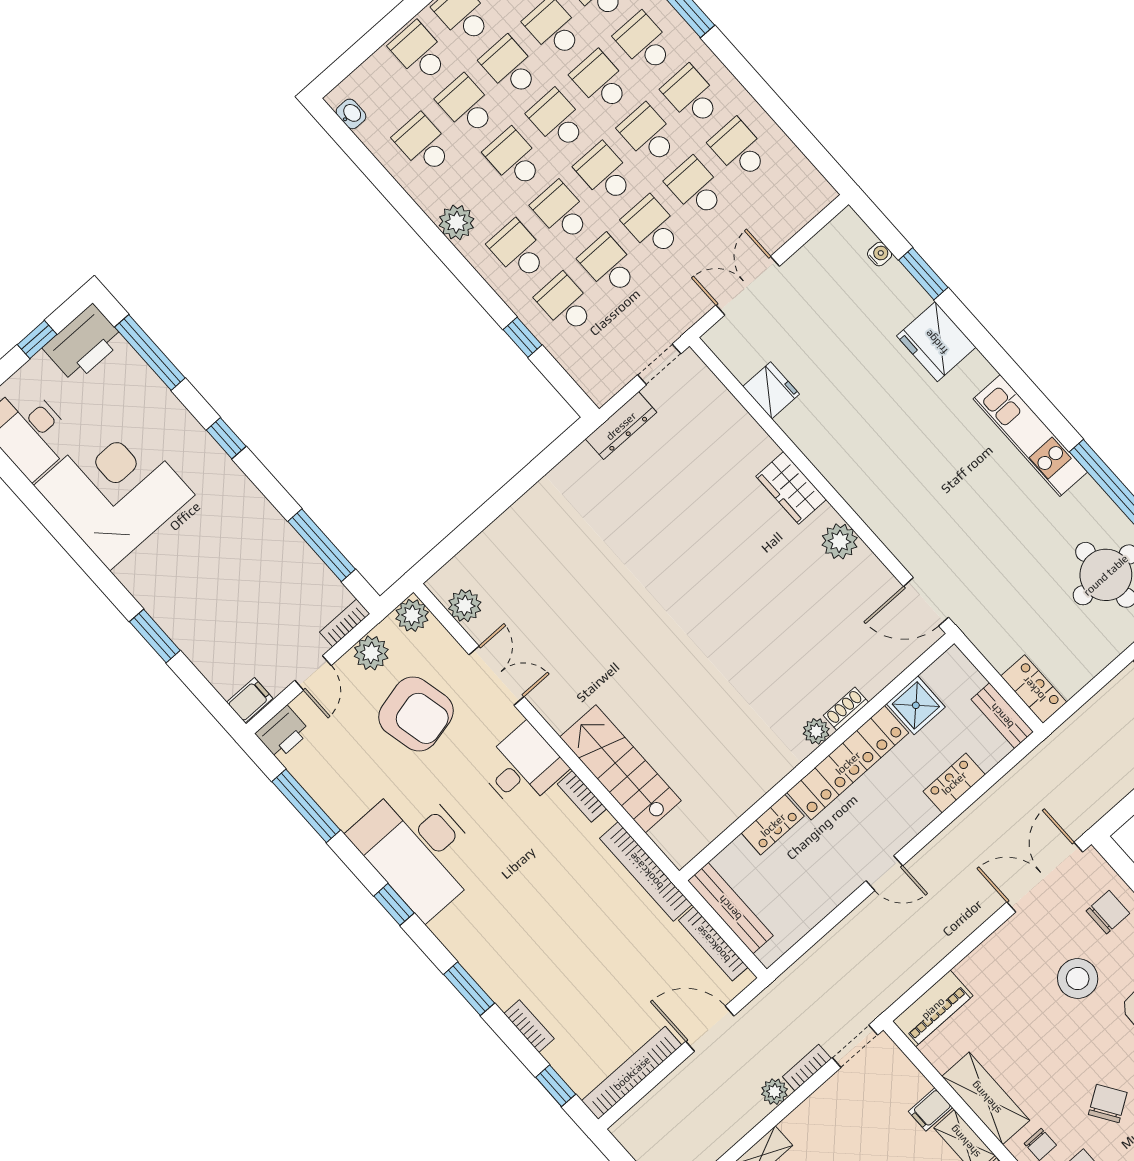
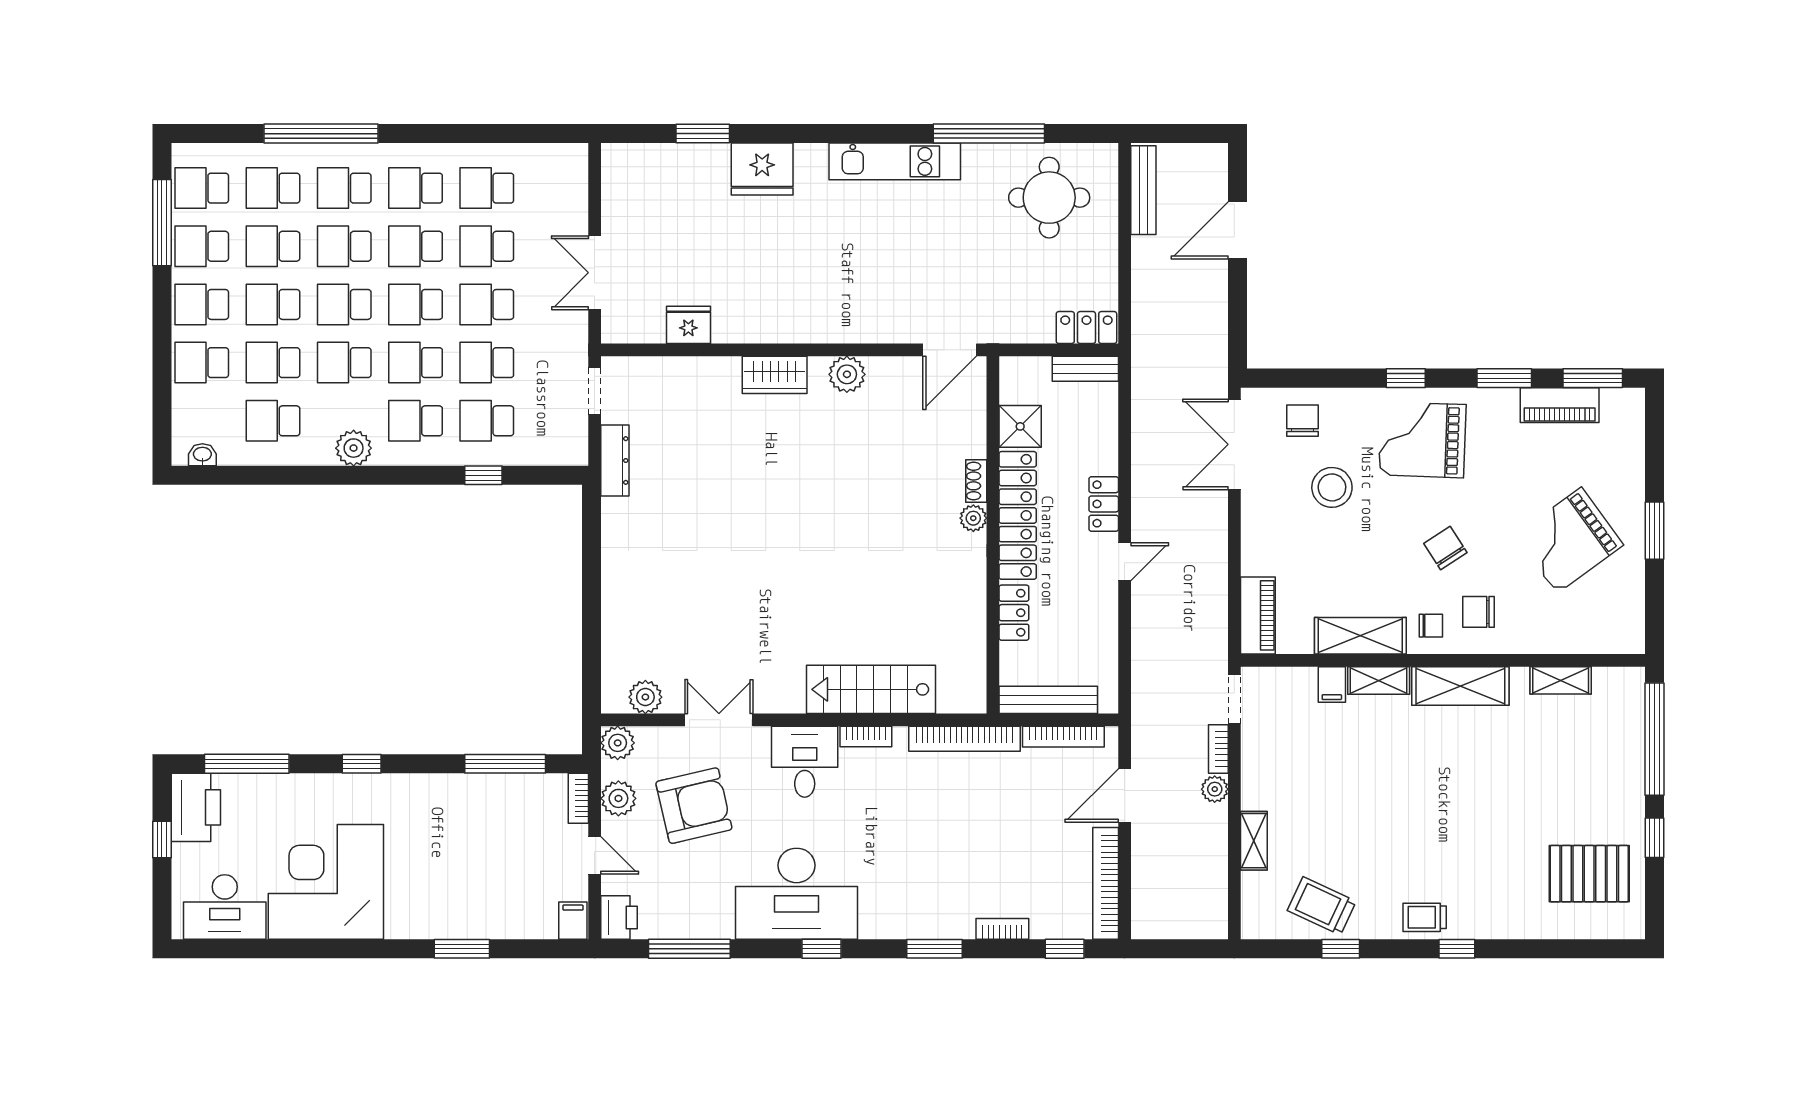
water cooler: (880, 254) -> (659, 153), removed
locker: (954, 783) -> (1104, 504), moved

